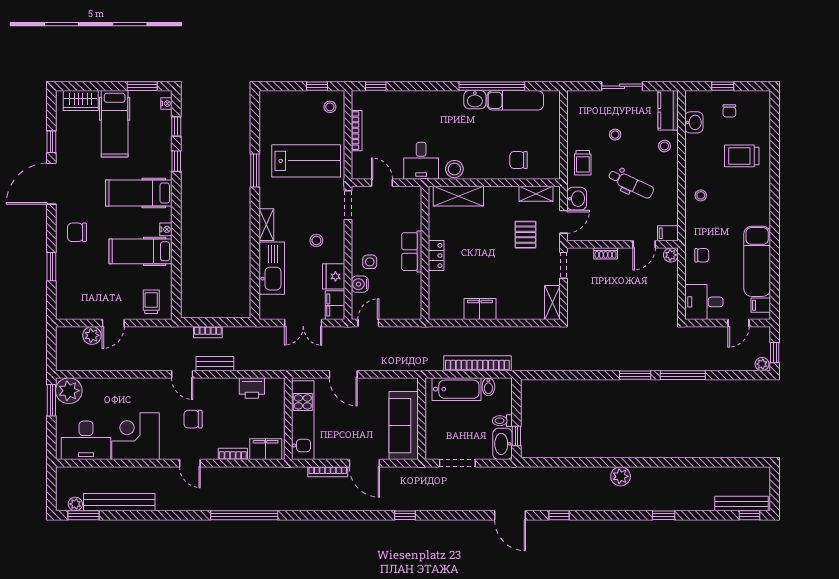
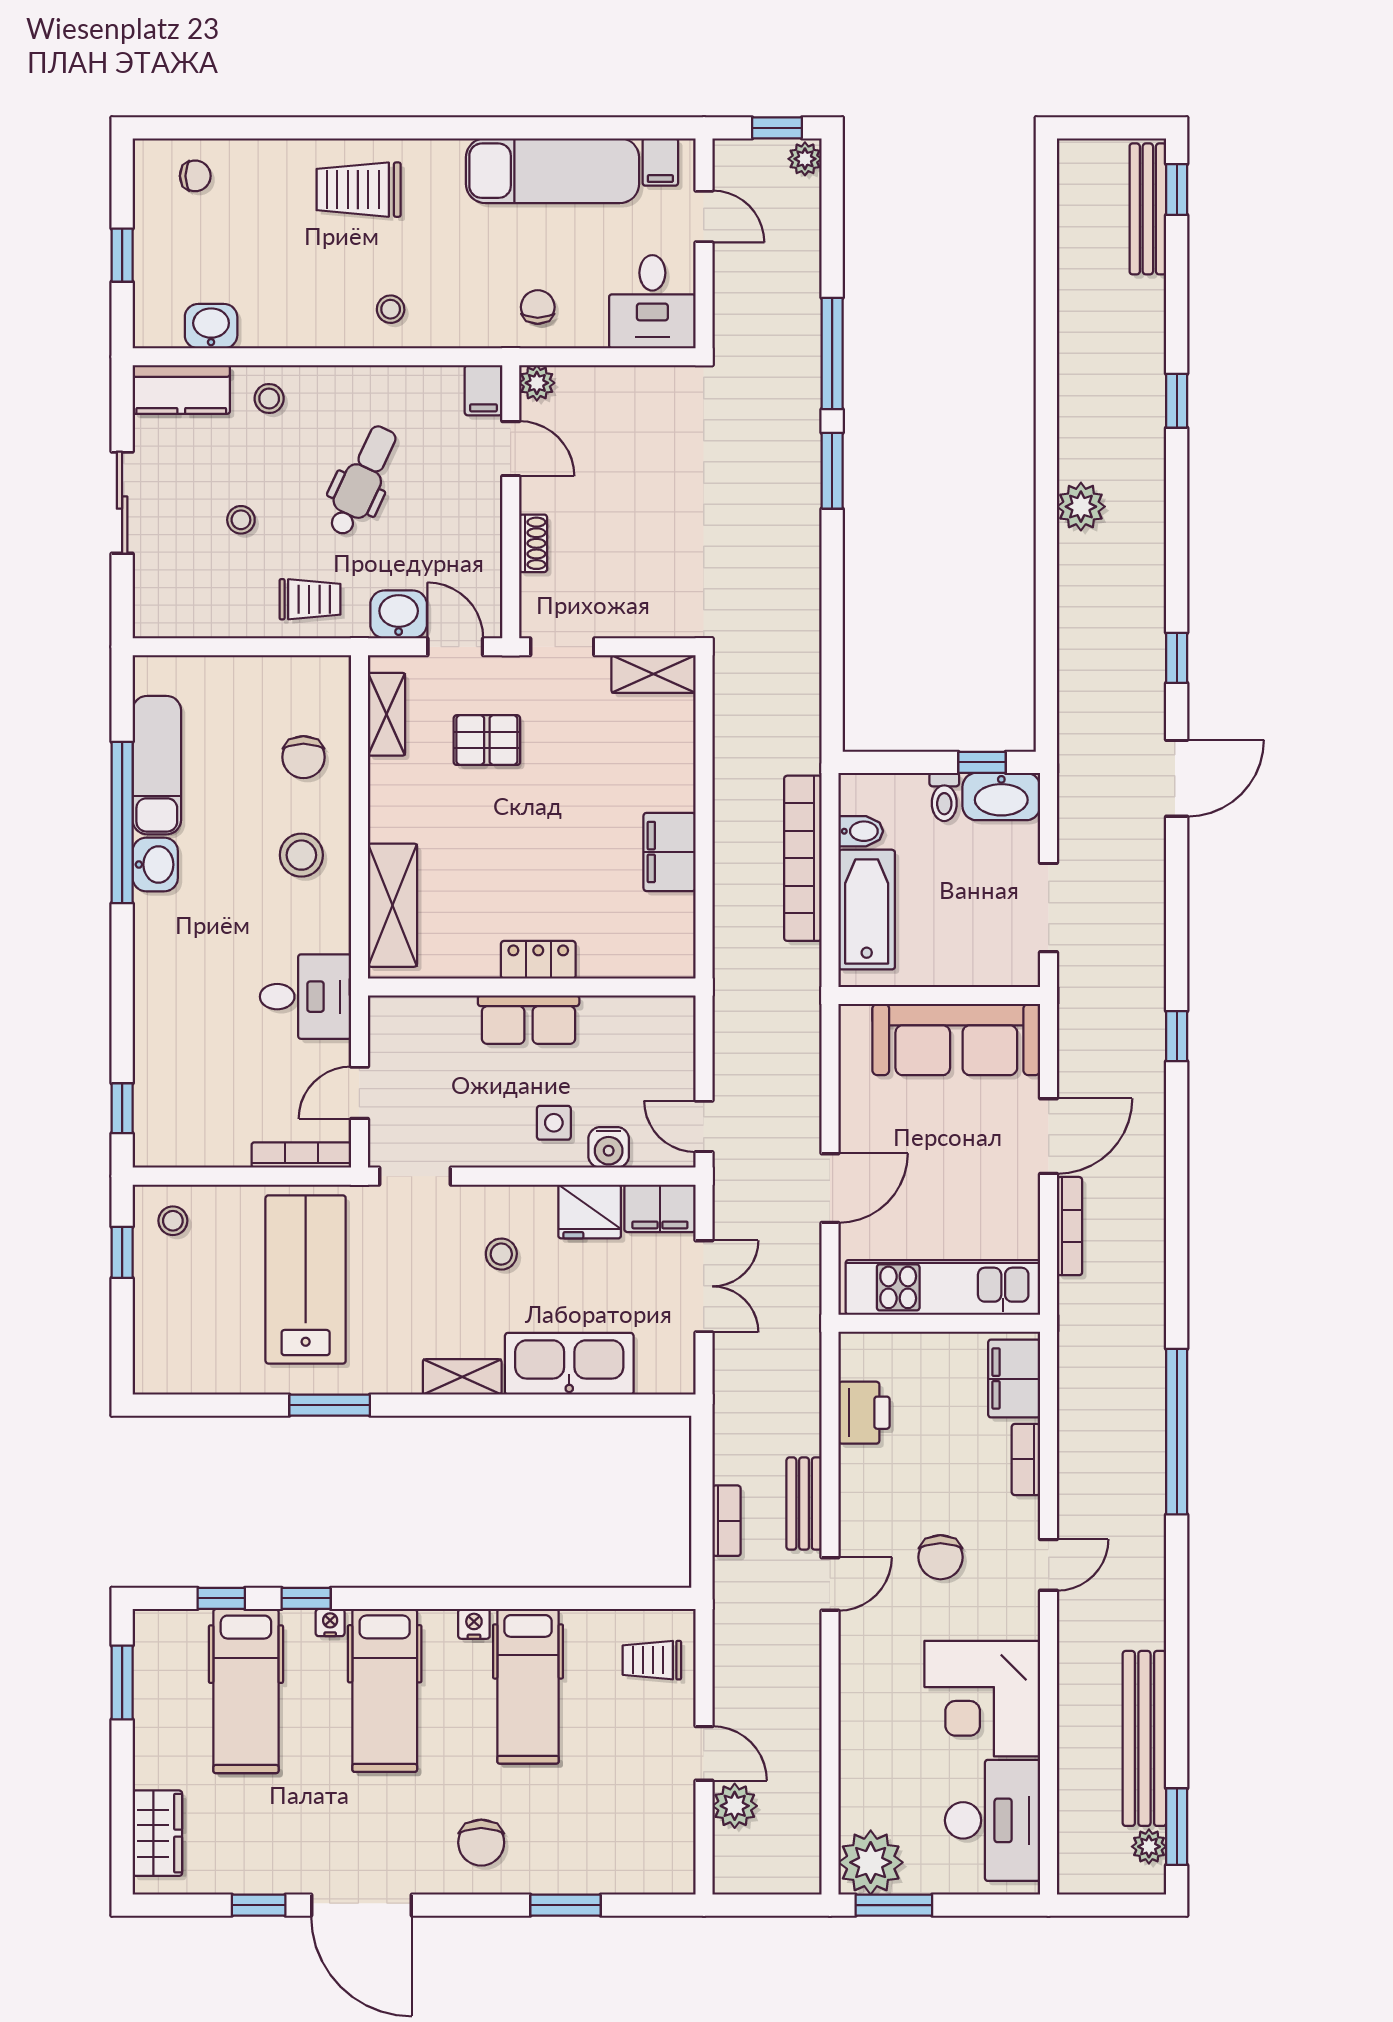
nightstand: (166, 104) -> (330, 1623), moved
chair: (729, 111) -> (195, 176), moved
hospital bed: (115, 124) -> (246, 1691), moved, turned 90
bookcase: (357, 131) -> (301, 1155), moved
trolley: (742, 156) -> (359, 190), moved, turned 90
stool: (454, 169) -> (301, 855), moved

